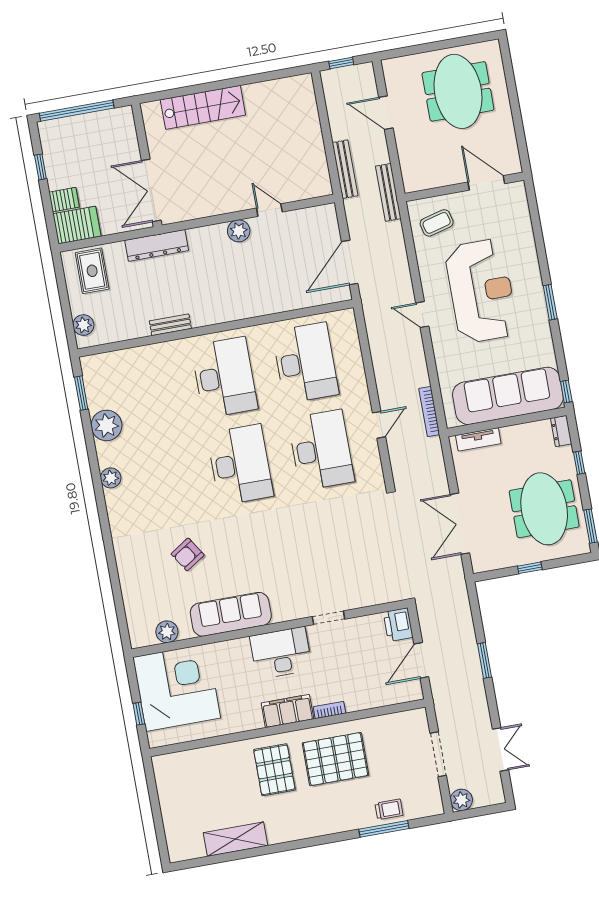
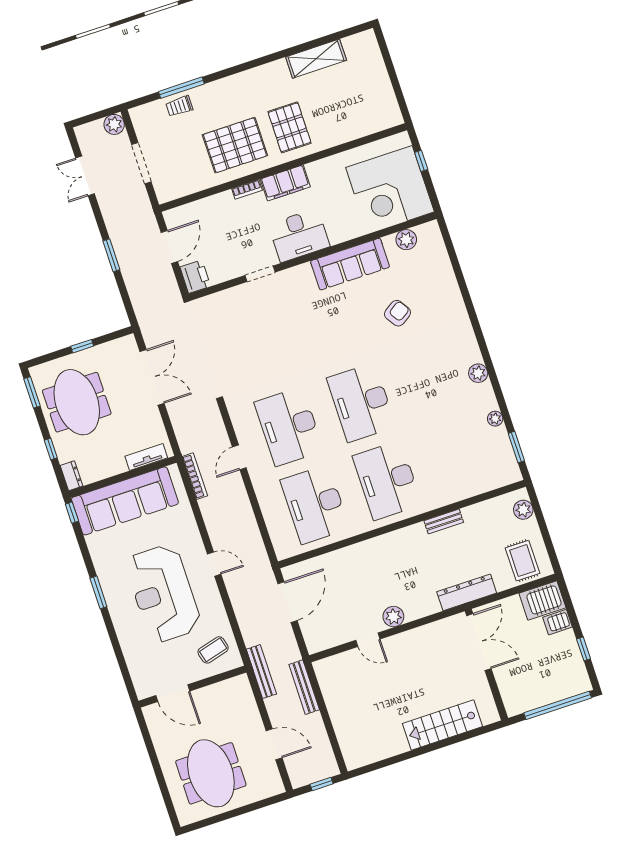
plant: (107, 425) -> (495, 419), width x0.53, depth x0.53

